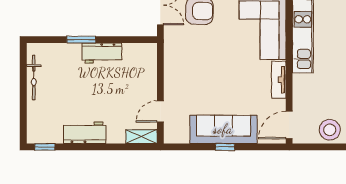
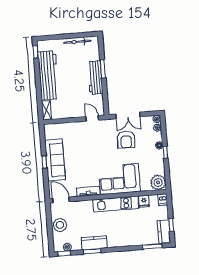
workbench: (102, 53) -> (95, 78), width x1.37
door: (160, 111) -> (92, 118), moved
workbench: (85, 133) -> (48, 75), width x1.88, depth x1.32

